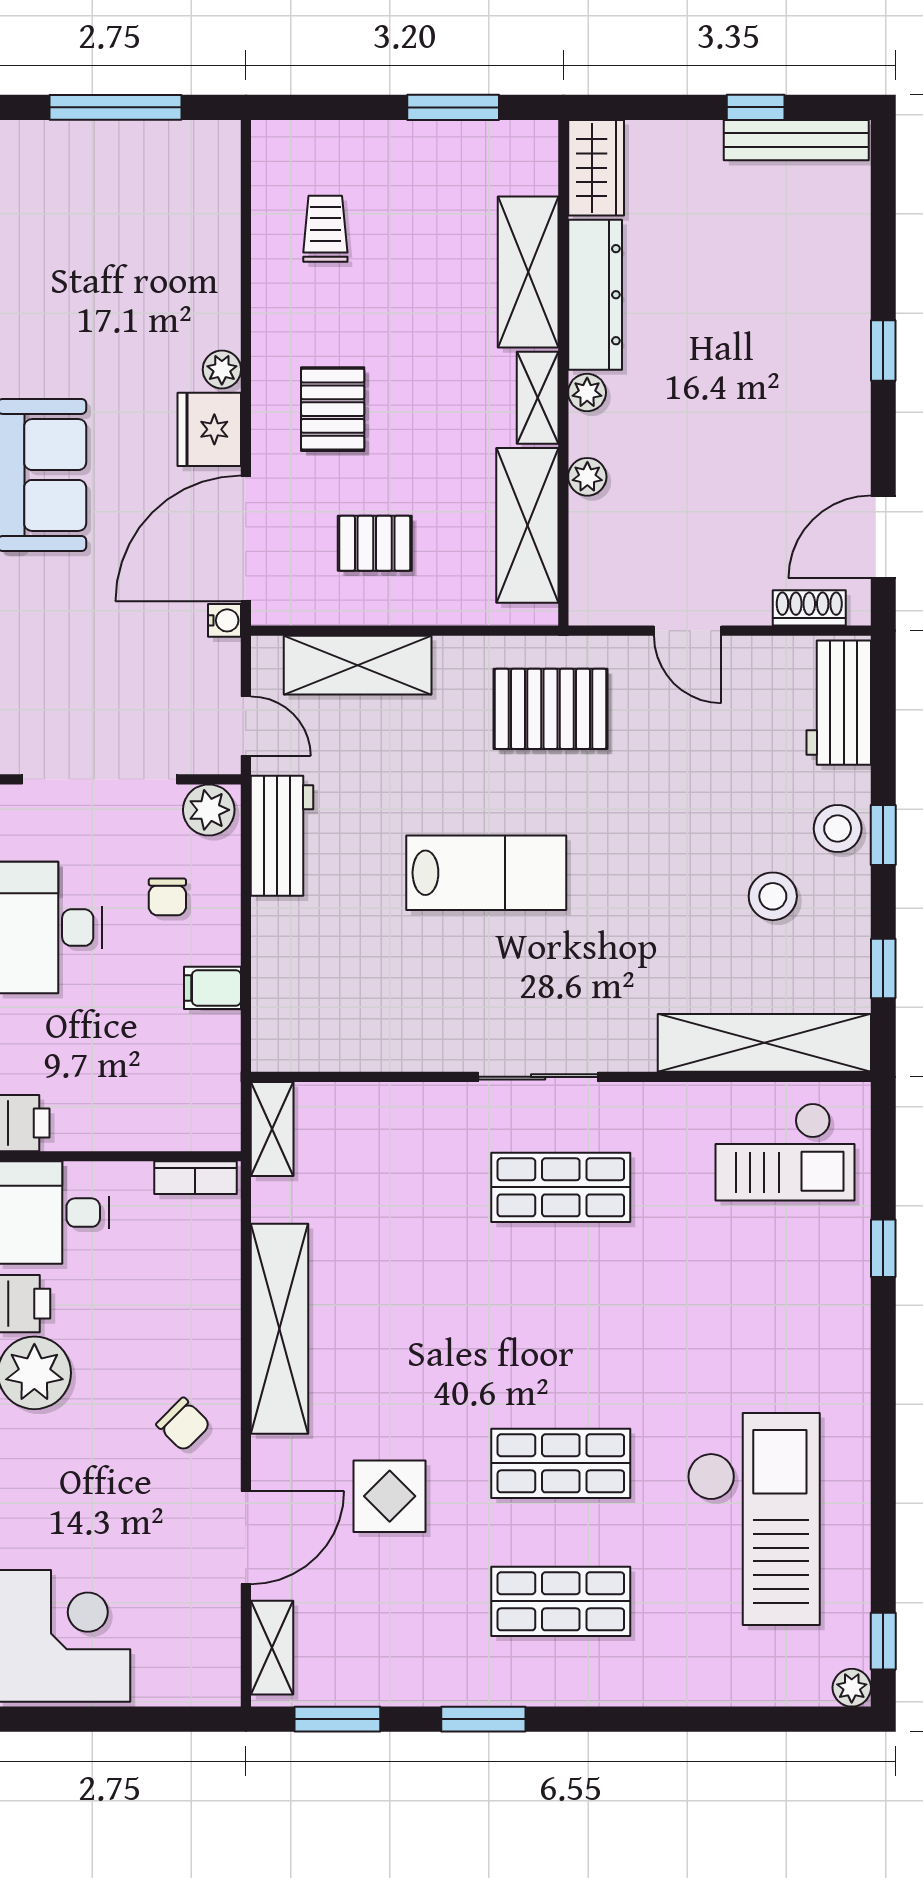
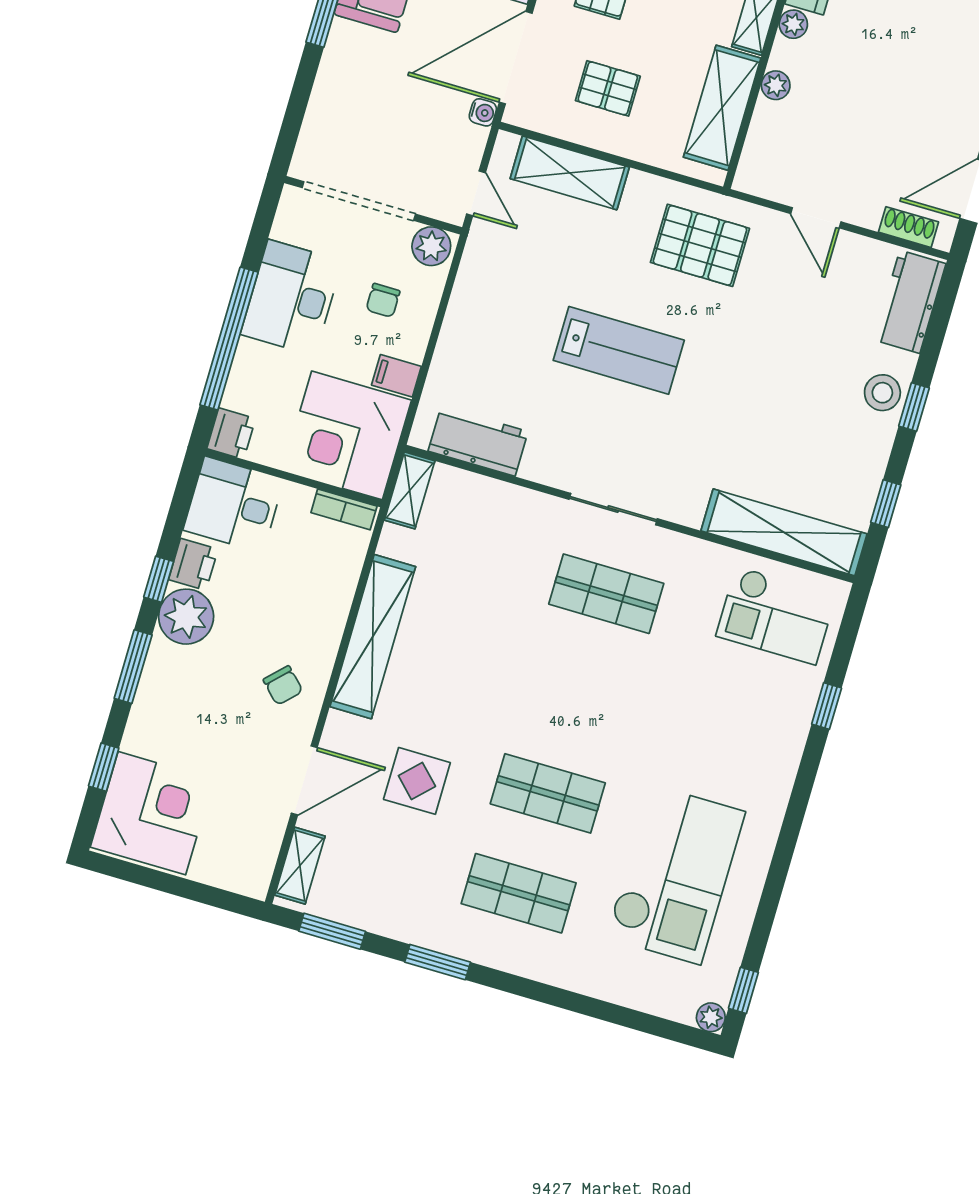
workbench: (282, 836) -> (478, 441), moved, turned -90
stool: (773, 896) -> (821, 428), removed
corner desk: (172, 1082) -> (347, 435), added

